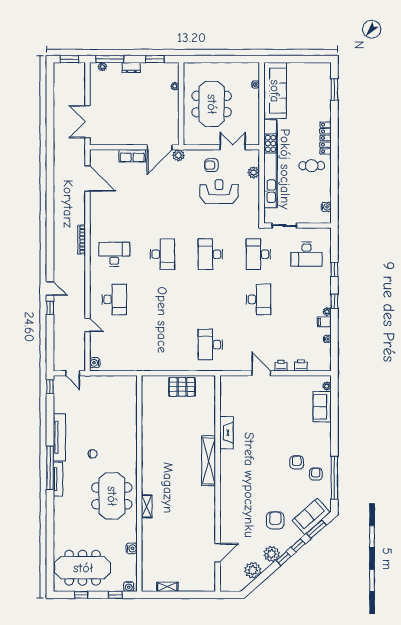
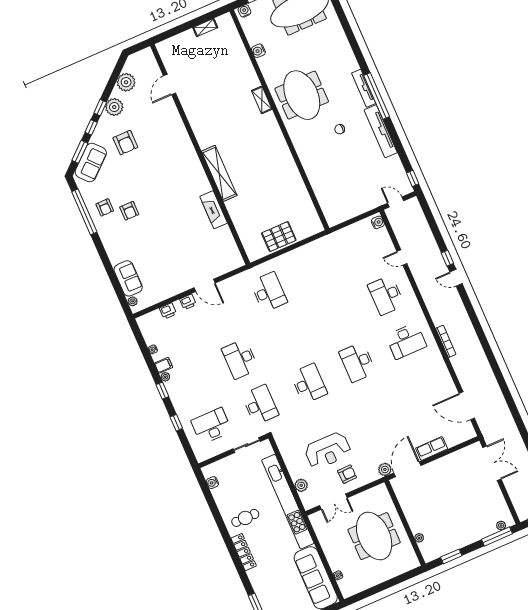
dresser: (131, 67) -> (472, 538), removed

